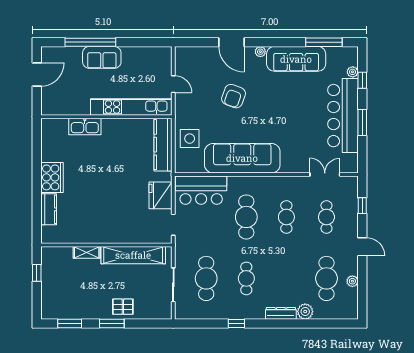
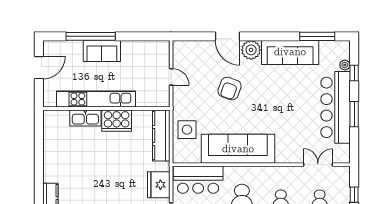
plant: (260, 52) -> (251, 50), width x1.88, depth x1.88
kitchen unit: (131, 107) -> (96, 99), moved
cooker: (52, 177) -> (117, 121), moved, turned 90

